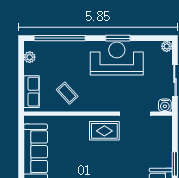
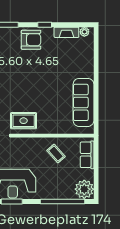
plant: (30, 57) -> (84, 189), width x1.87, depth x1.87

